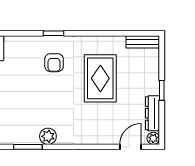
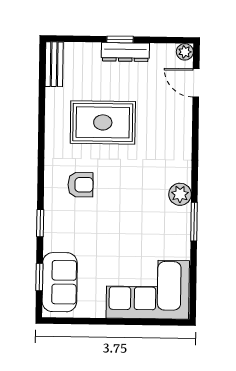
window: (54, 33) -> (40, 223), moved
dresser: (153, 113) -> (125, 52), moved

